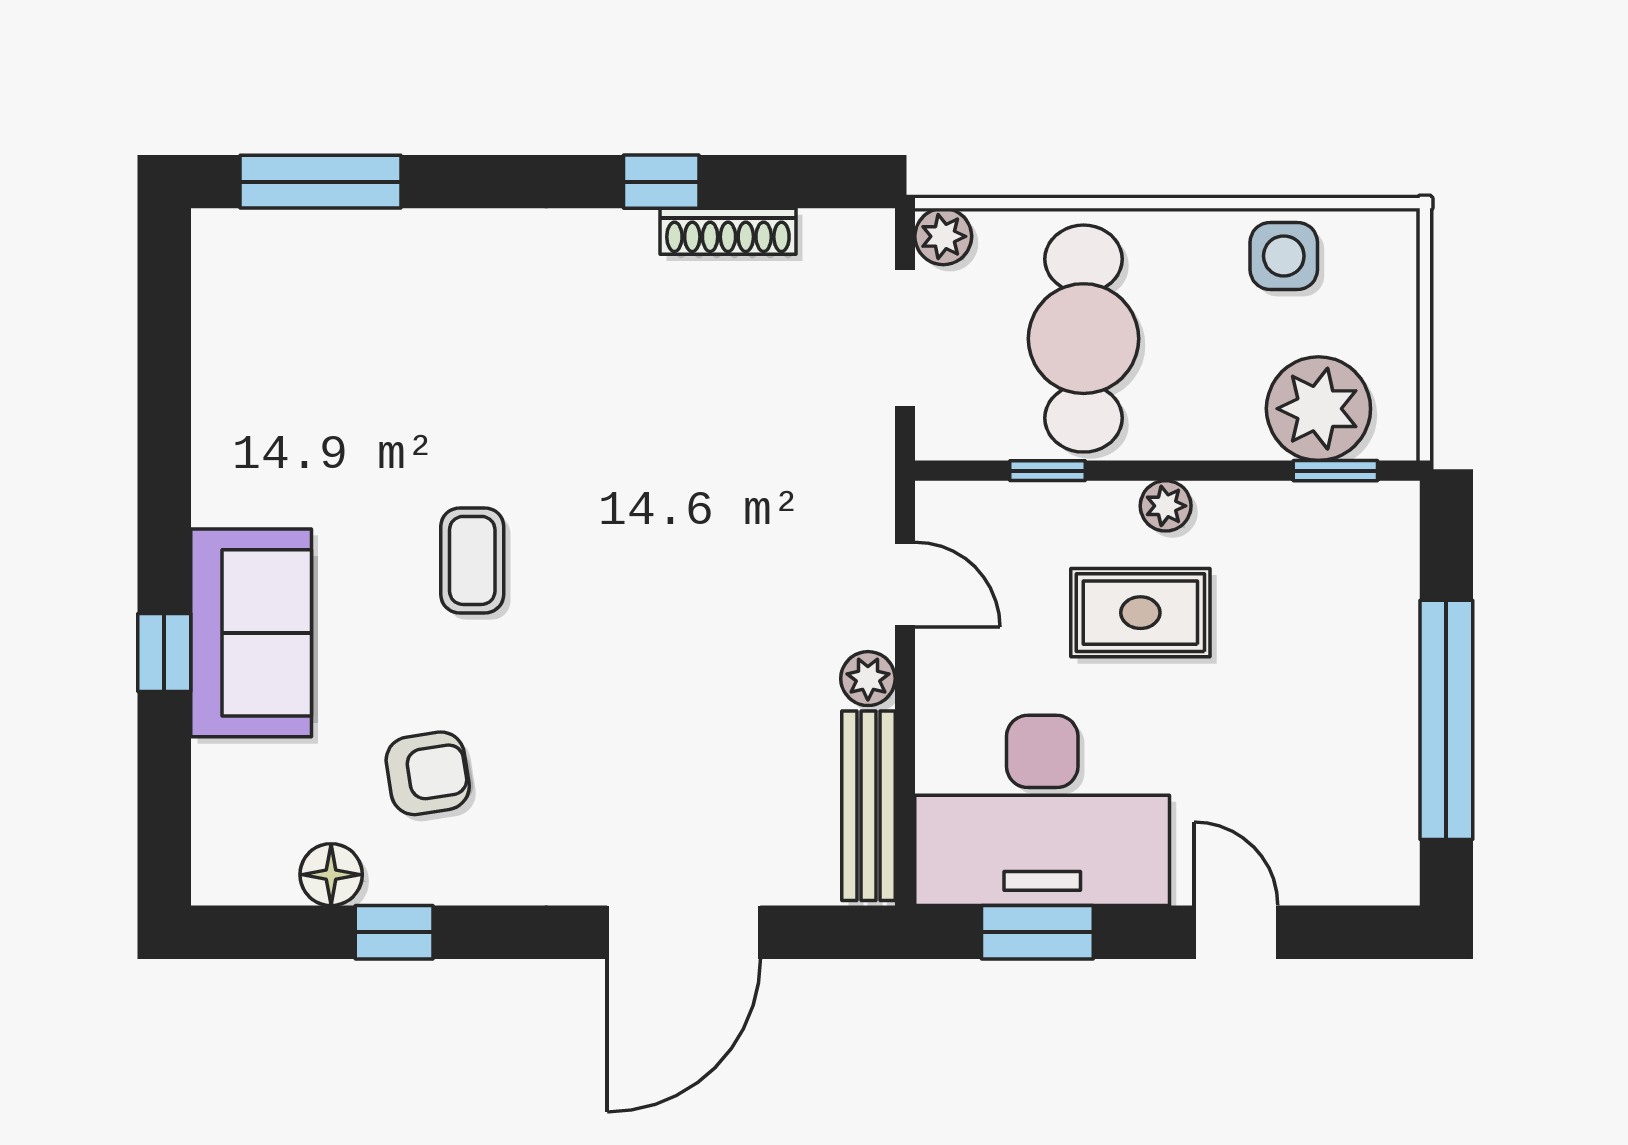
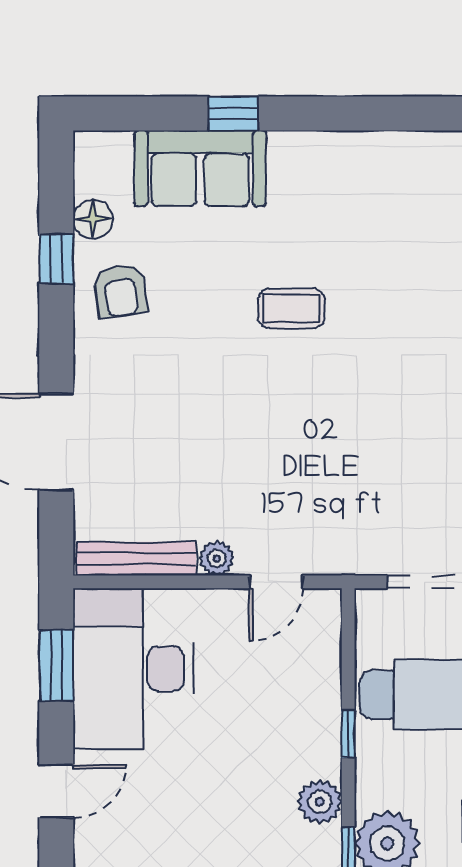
window: (1047, 471) -> (348, 734), moved
plant: (1166, 506) -> (320, 802), moved, width x1.38, depth x1.38
rug: (1140, 613) -> (258, 731), removed
sofa: (251, 633) -> (200, 168), moved
armchair: (428, 773) -> (121, 291), moved

